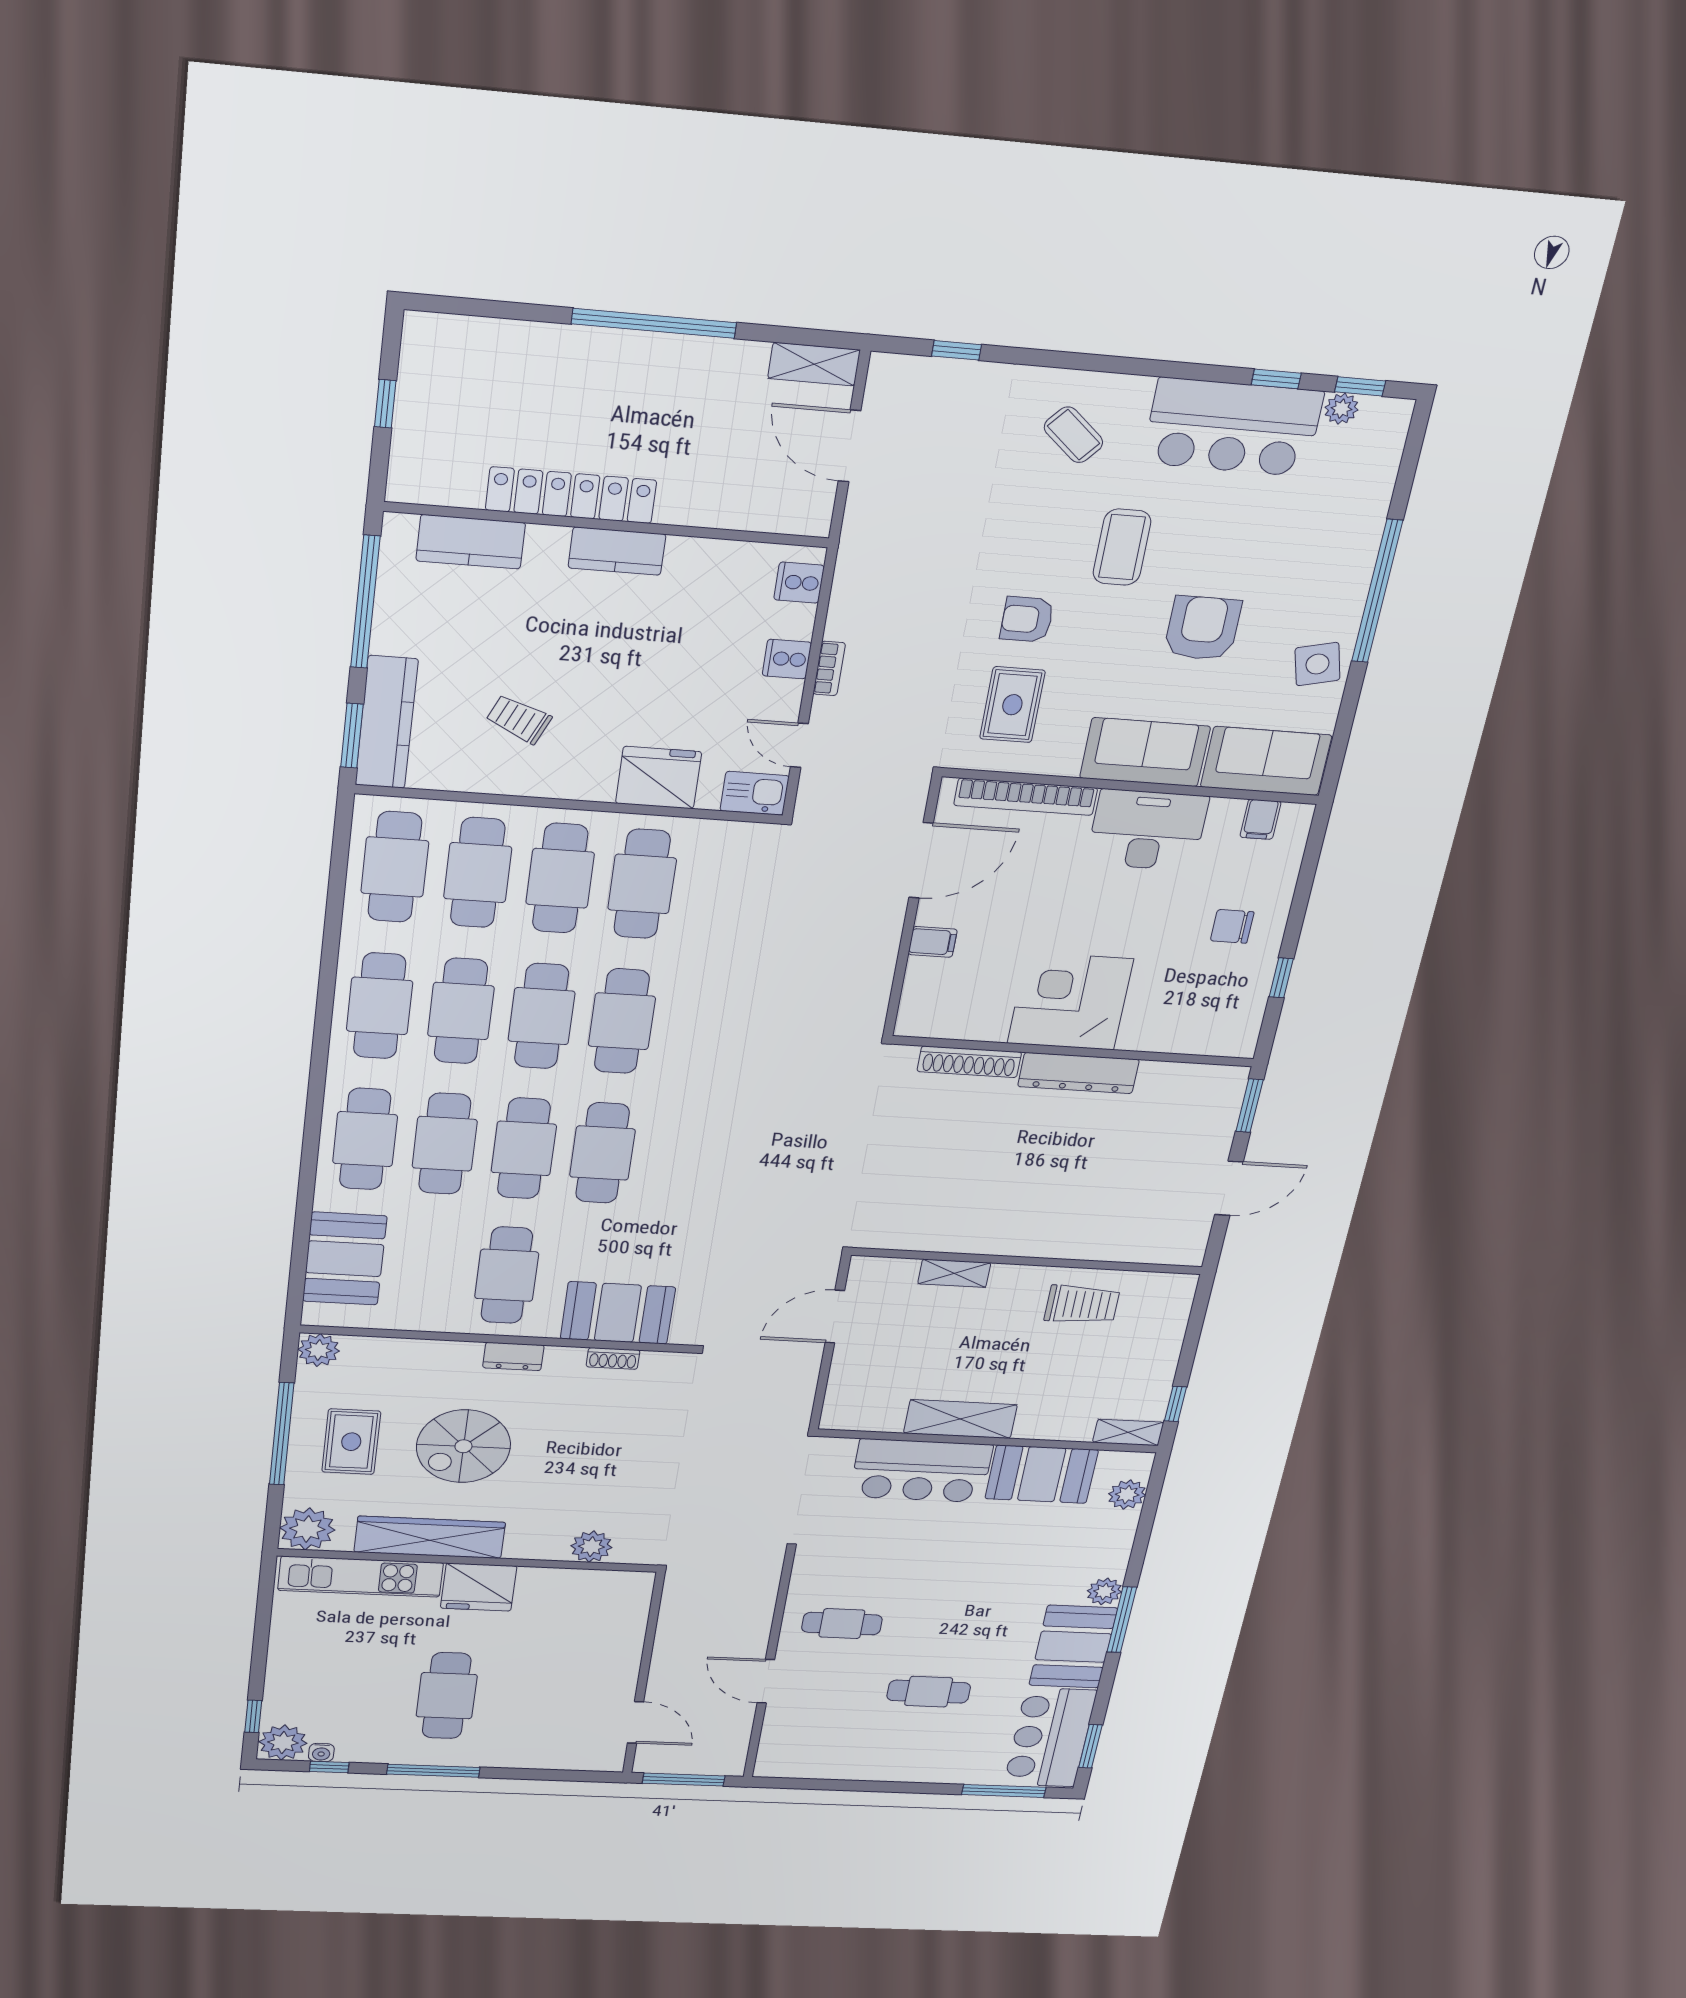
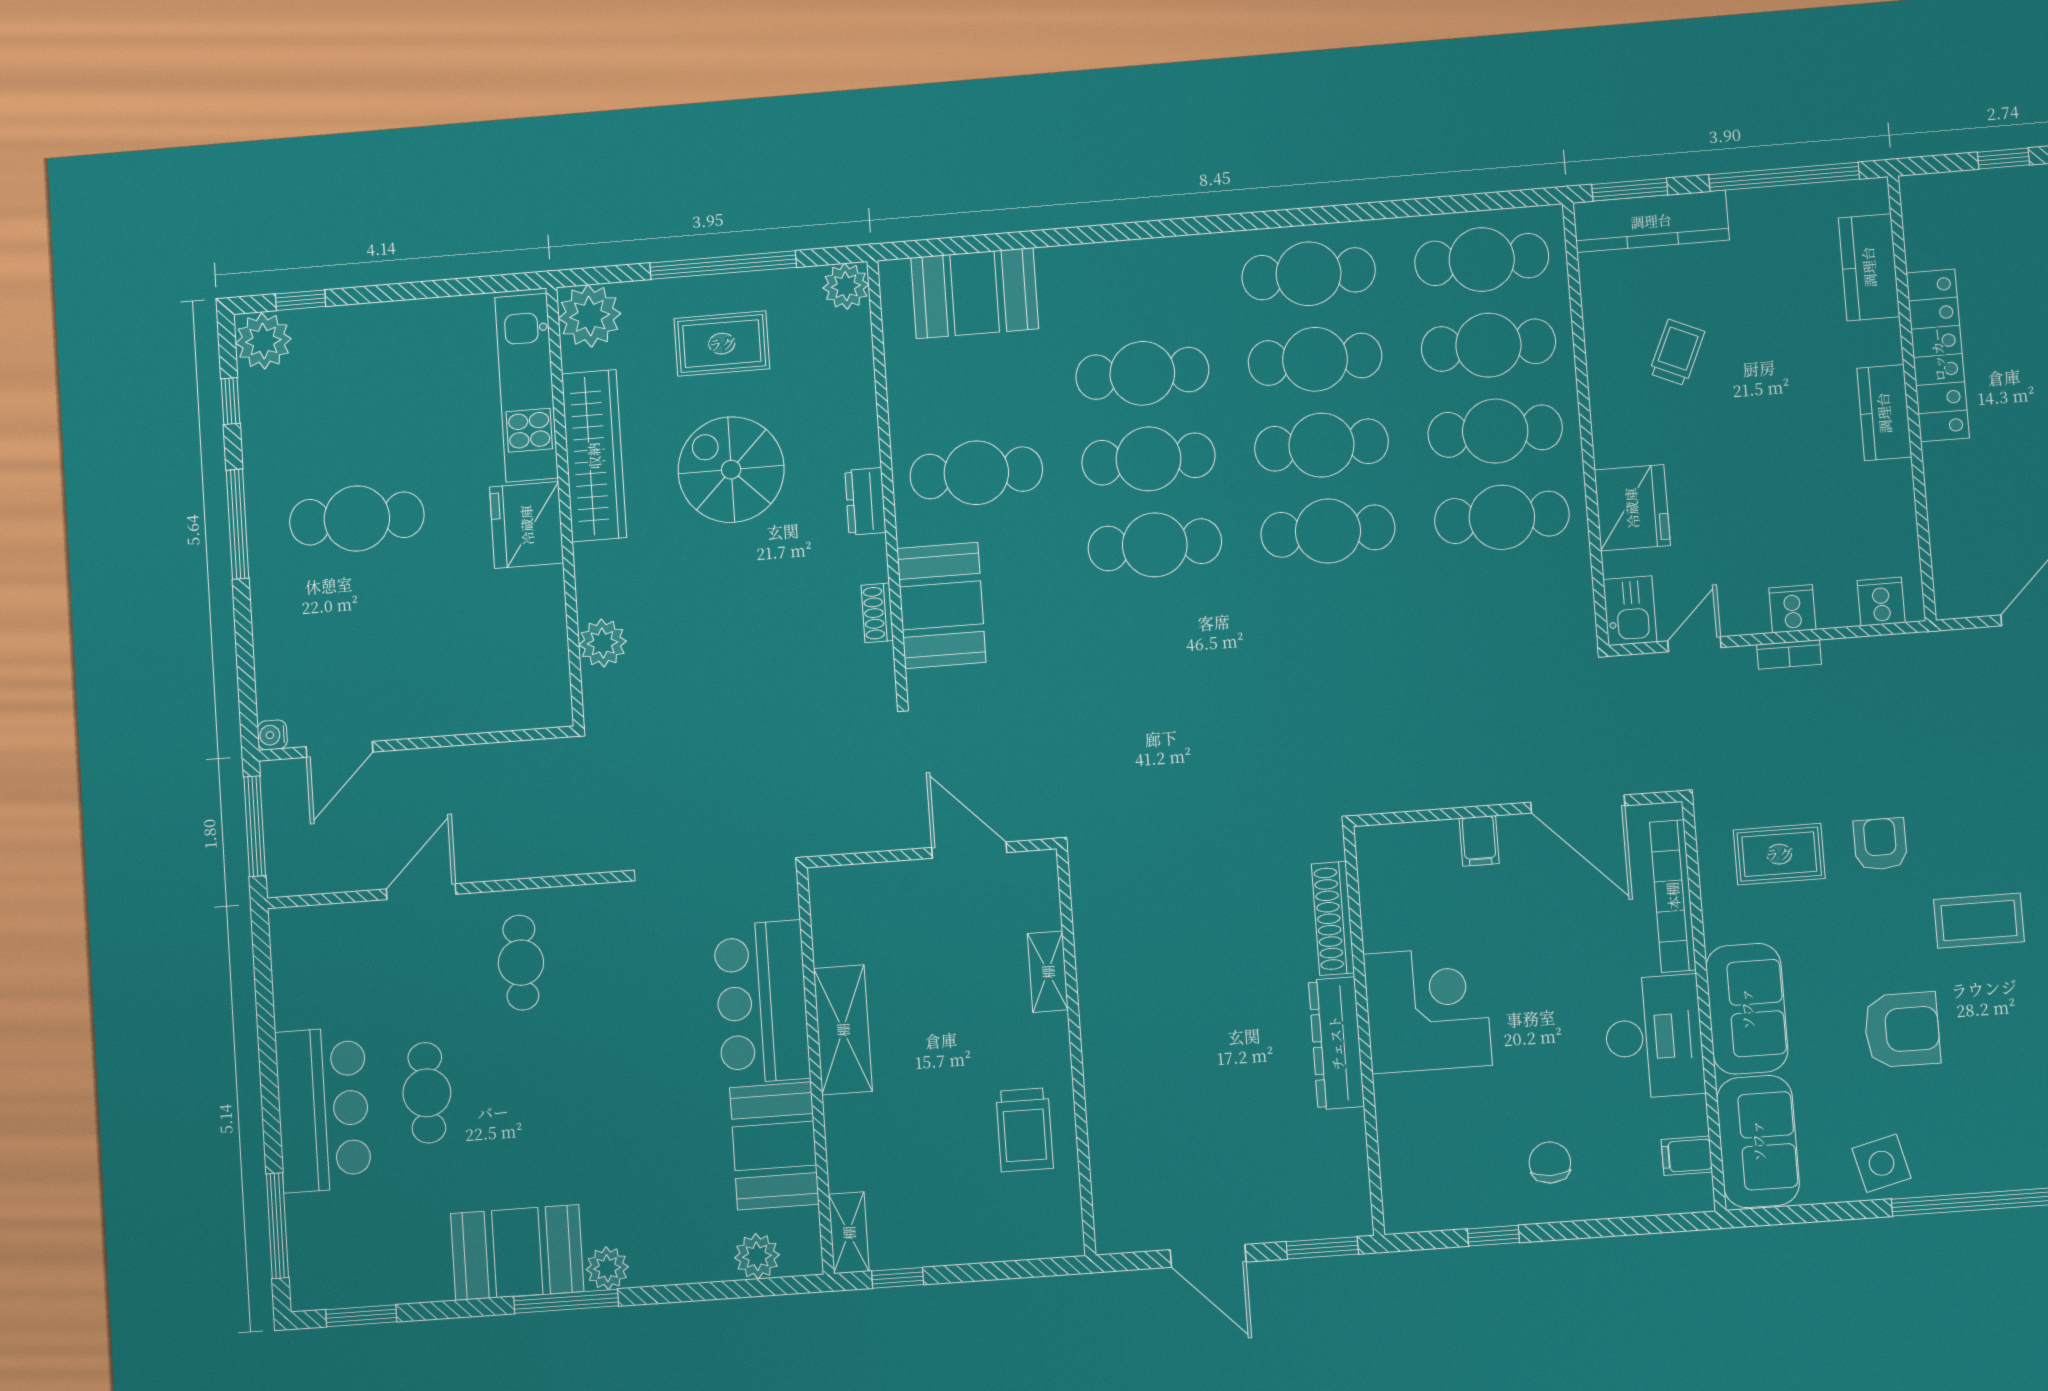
cafe table: (365, 1139) -> (1136, 288), removed
bar counter: (1050, 1737) -> (323, 1110), moved, turned 90
water cooler: (321, 1753) -> (272, 735), moved

